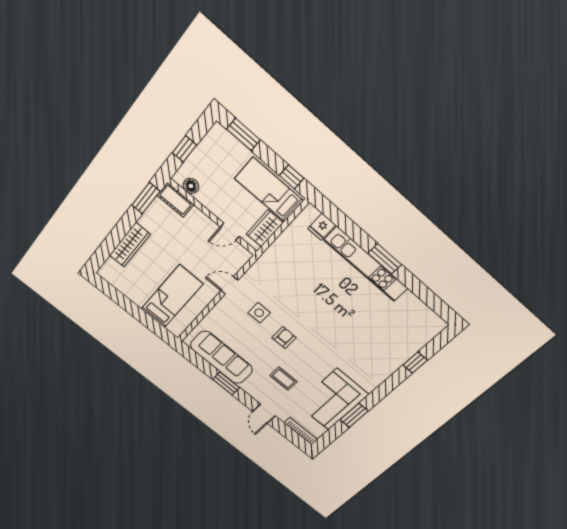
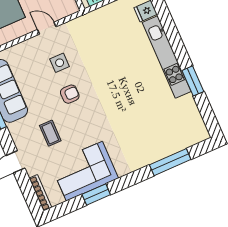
window: (385, 259) -> (193, 81), moved
window: (415, 363) -> (170, 162), width x2.17

